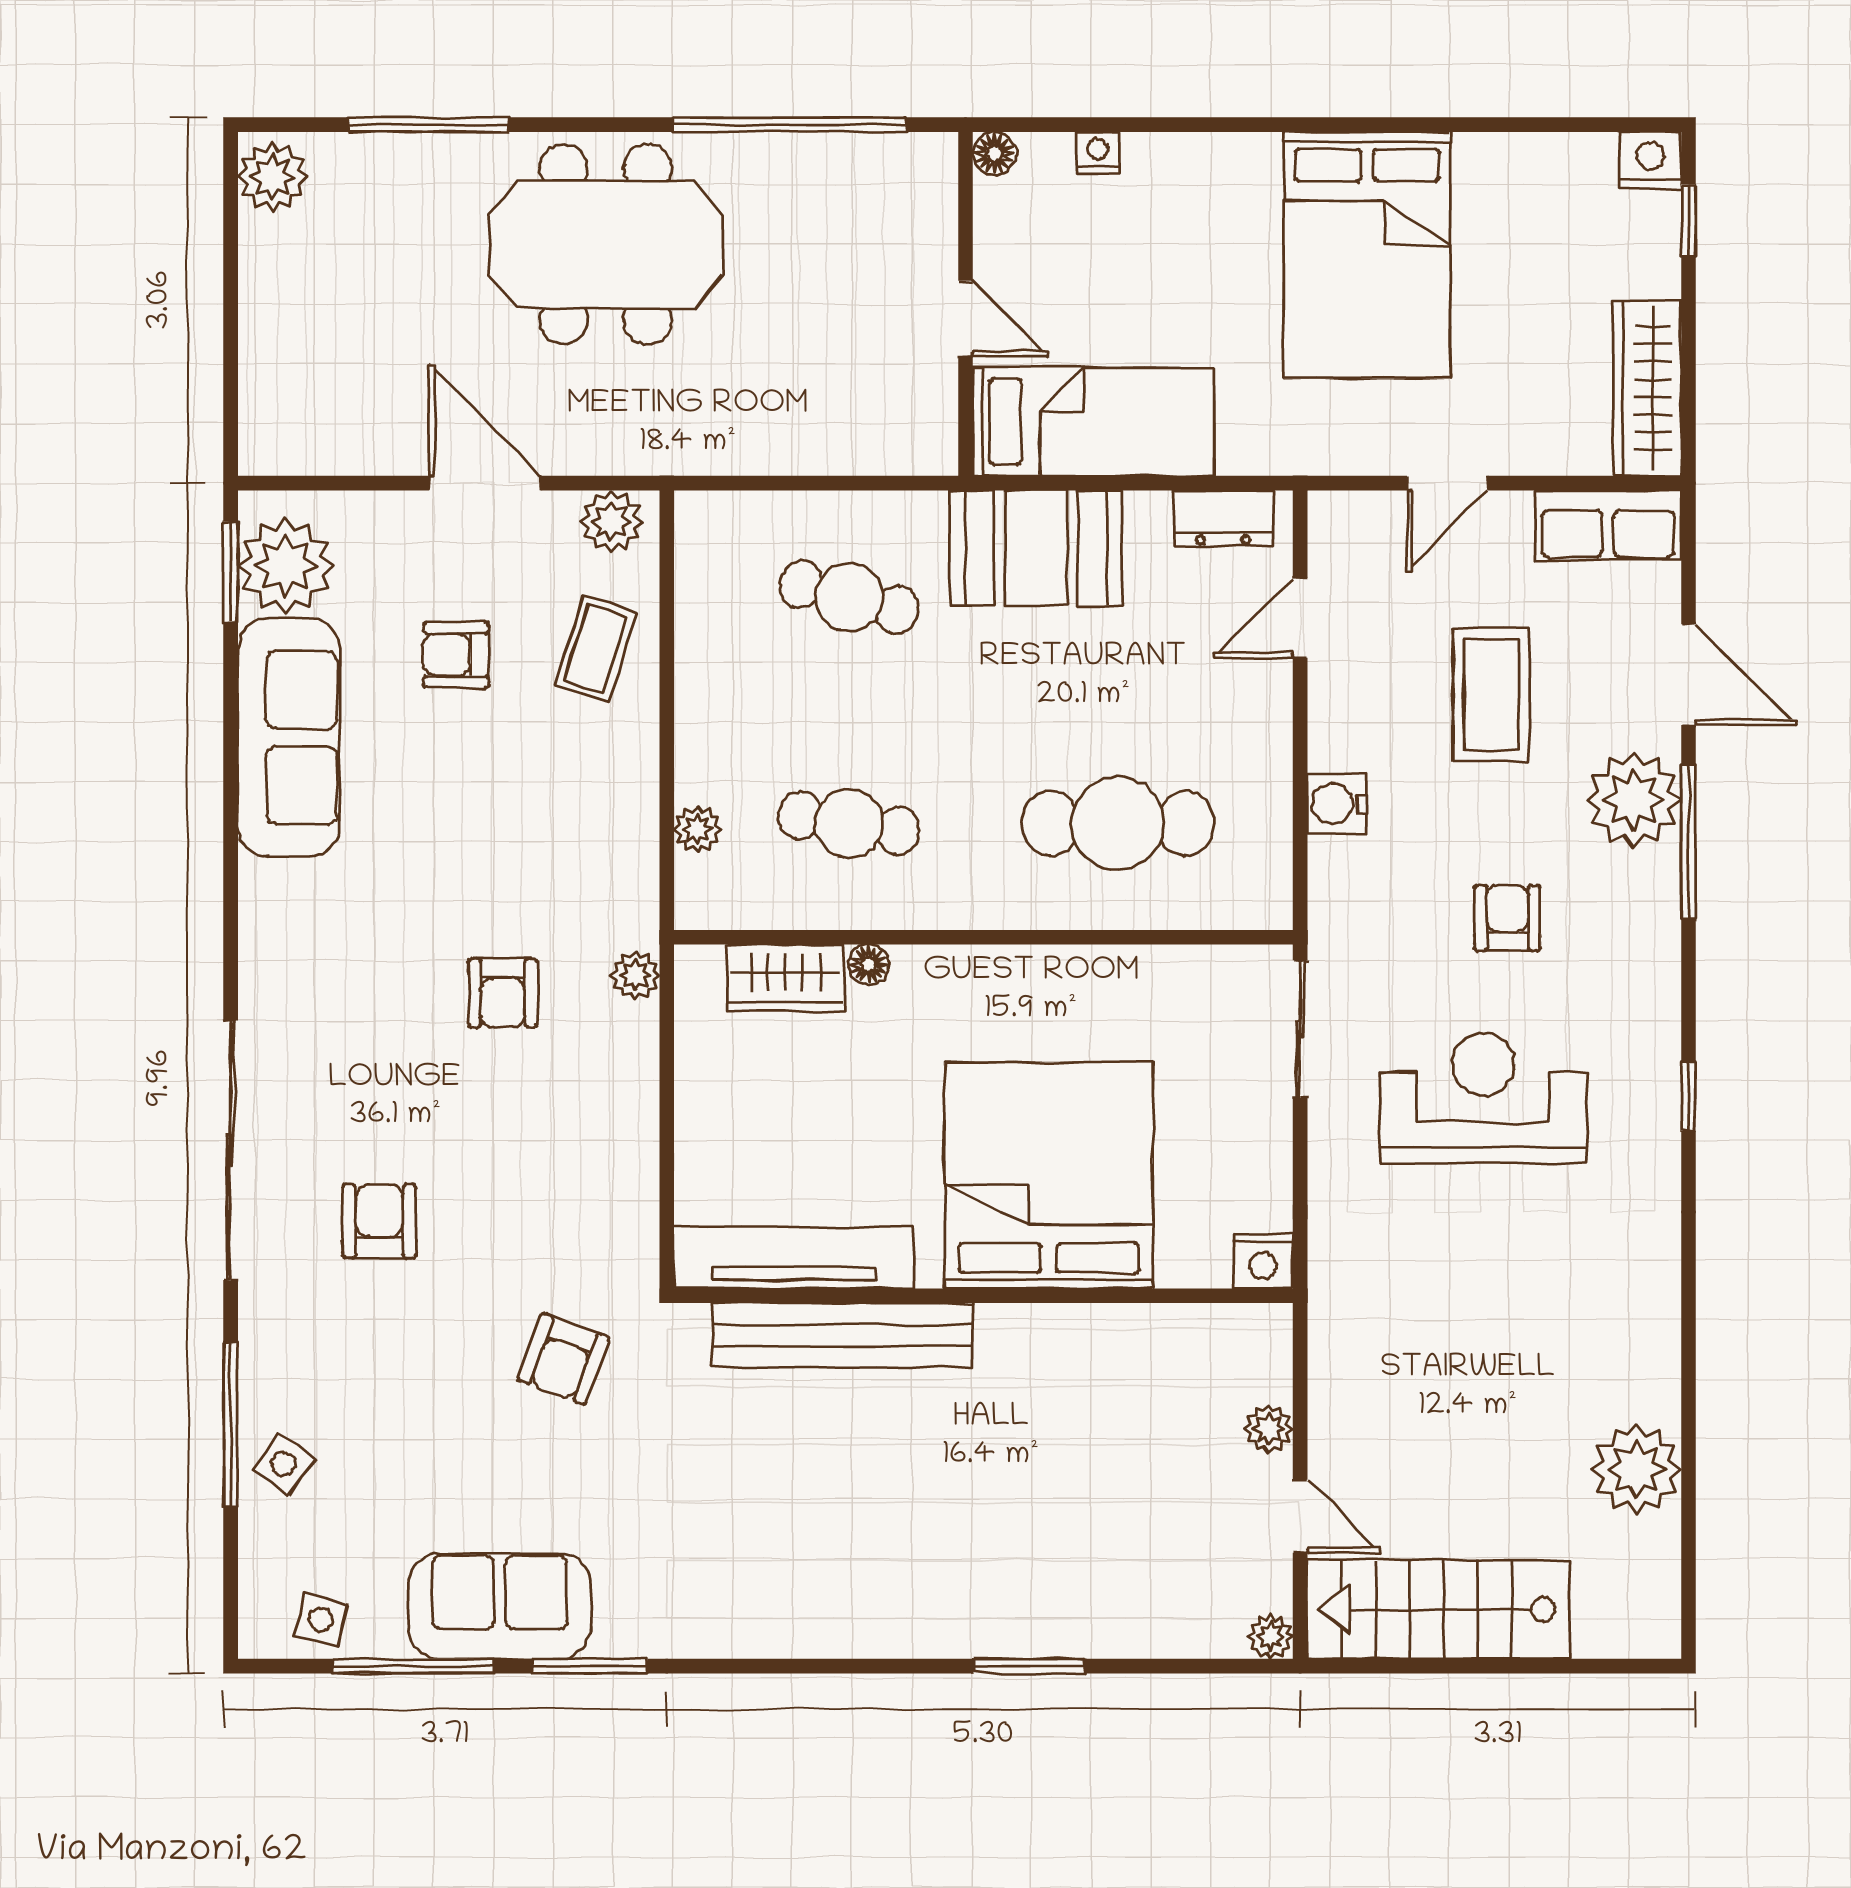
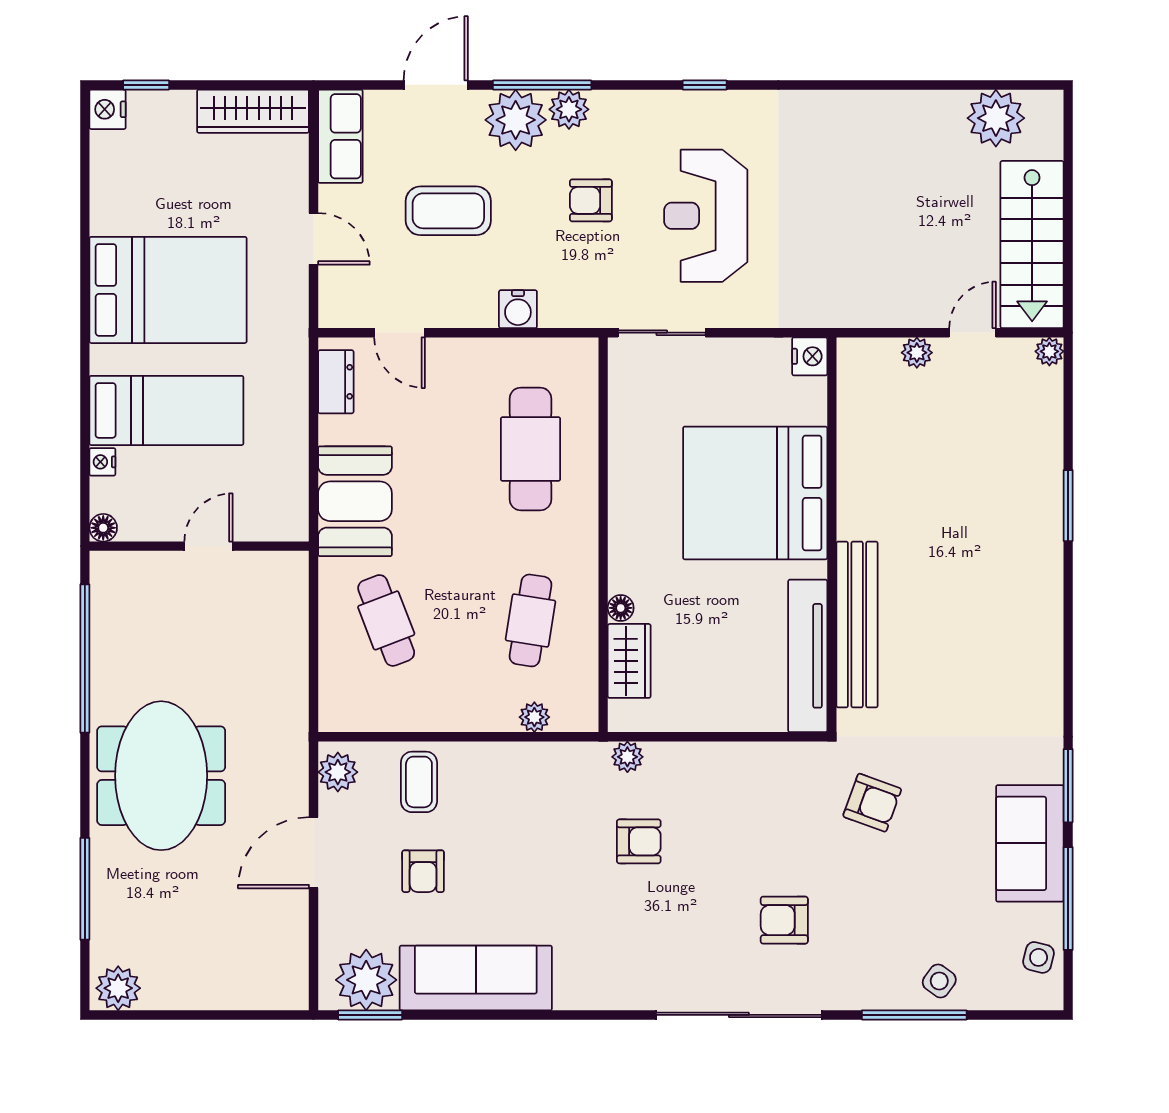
bed: (1093, 422) -> (166, 410), moved, turned 90
cafe table: (849, 597) -> (386, 620), turned -36
coffee table: (596, 648) -> (419, 782), turned 72
plant: (1650, 884) -> (569, 109), added
plant: (1637, 1469) -> (996, 118), moved

